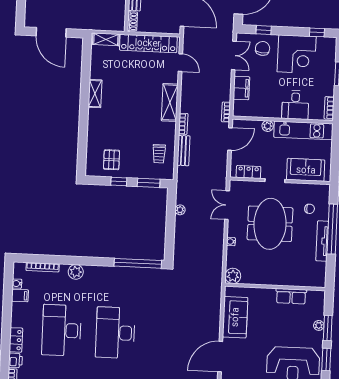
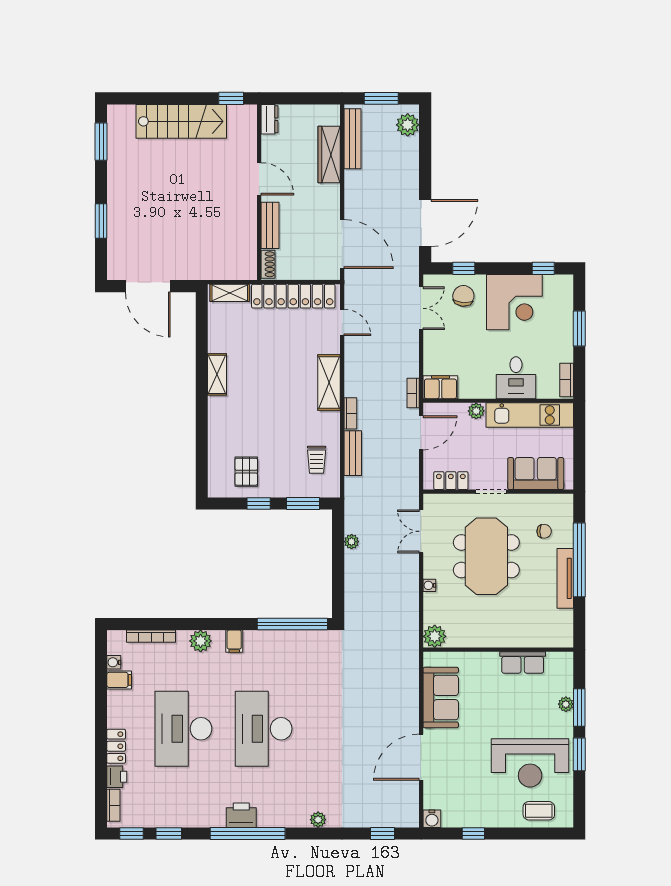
filing cabinet: (241, 88) -> (440, 387), moved, turned -90
filing cabinet: (98, 273) -> (234, 641), added

